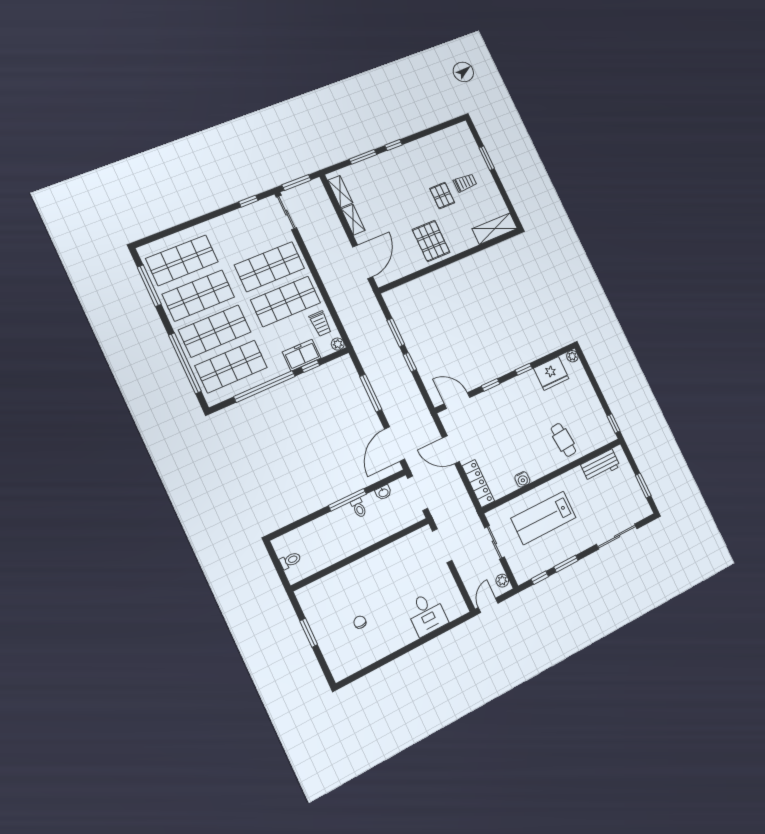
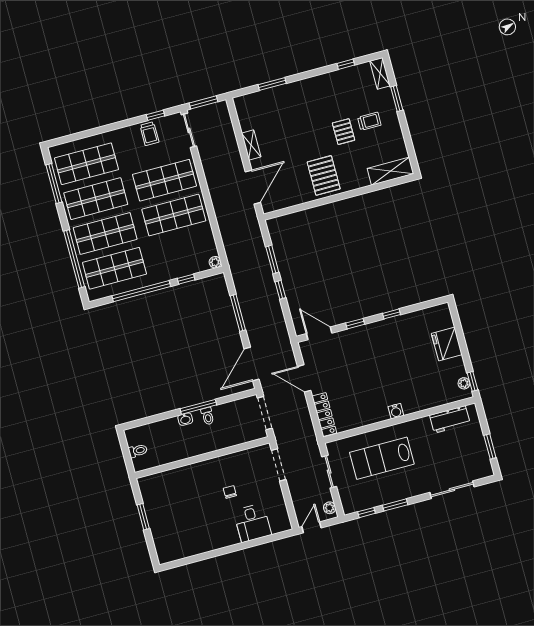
window: (394, 145) -> (346, 64), moved
shelving: (340, 191) -> (380, 73), moved
trolley: (320, 324) -> (149, 134), moved
freezer: (302, 355) -> (180, 267), removed
plant: (572, 356) -> (464, 383), moved
fridge: (551, 373) -> (447, 344), moved, turned 90
cafe table: (563, 440) -> (417, 388), removed
water cooler: (522, 479) -> (396, 411), moved
washbasin: (383, 493) -> (185, 419), moved
chair: (360, 622) -> (230, 492), moved

